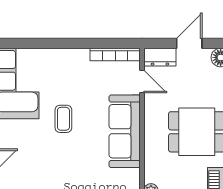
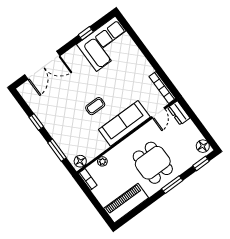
door: (189, 43) -> (198, 123), removed
coffee table: (63, 119) -> (95, 106), moved

